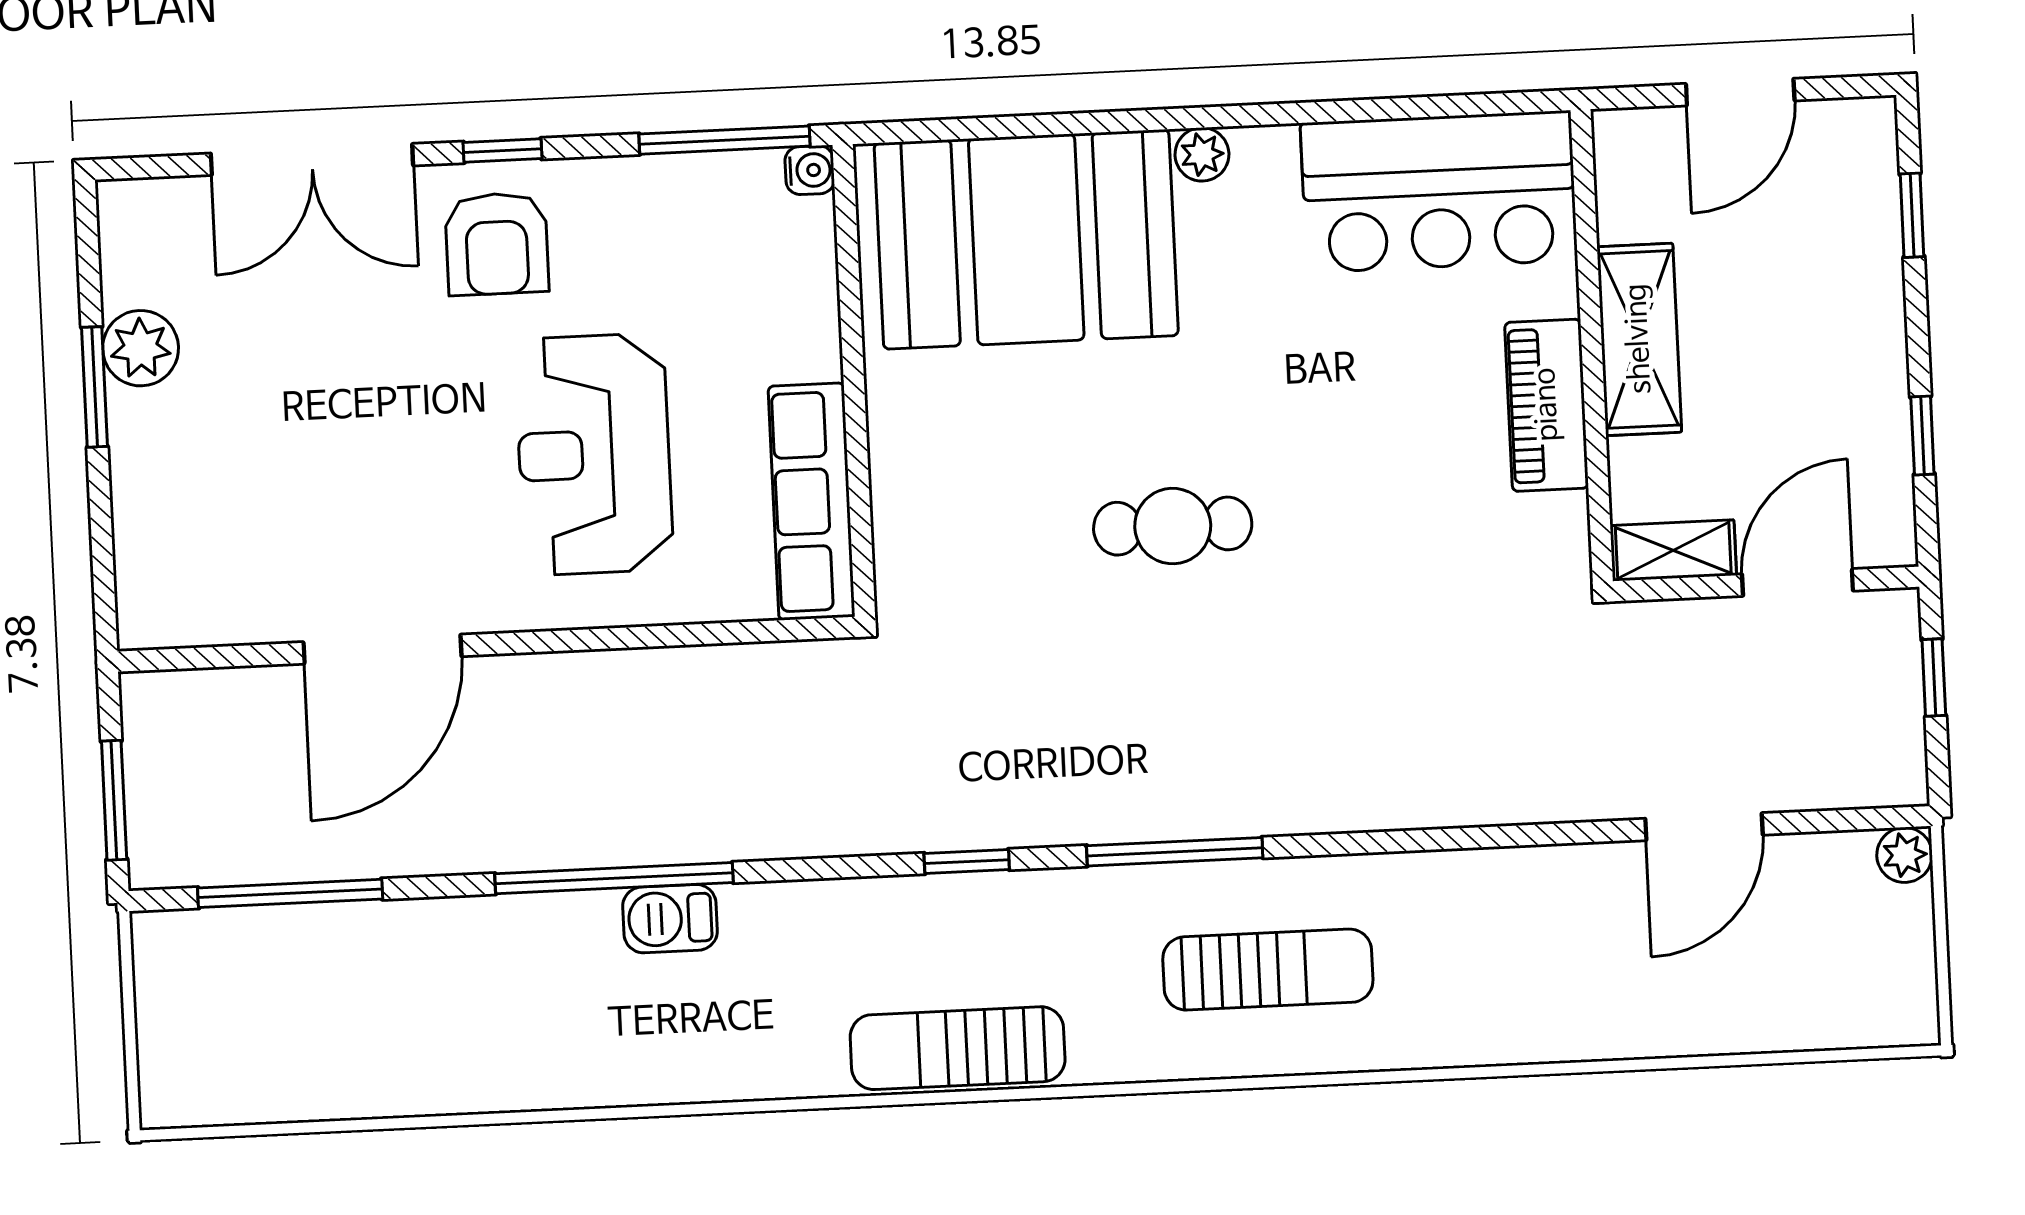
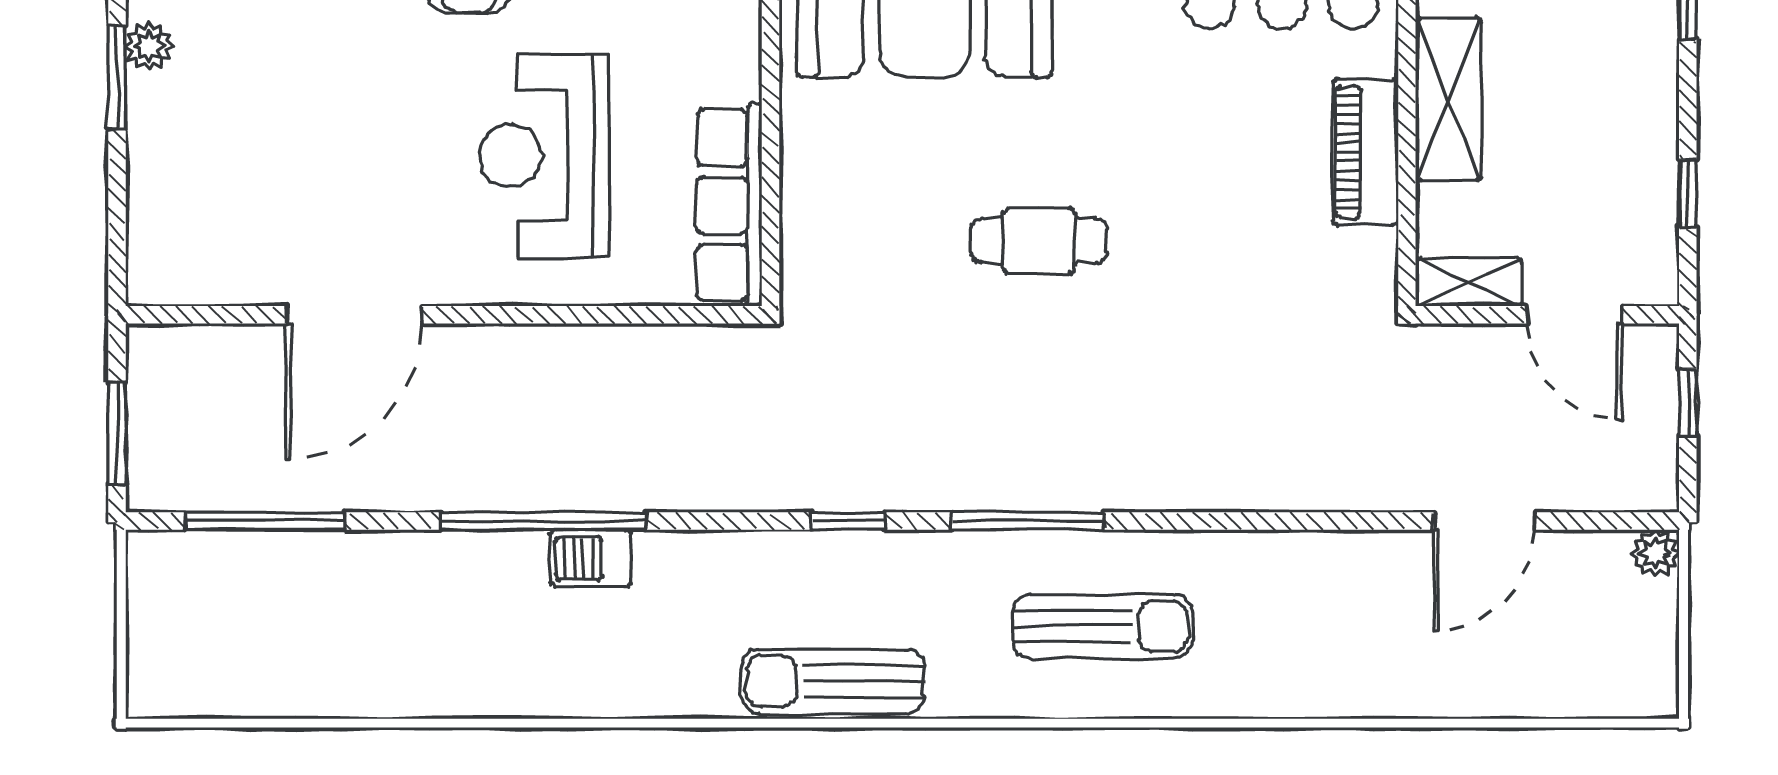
plant: (141, 348) -> (149, 46), width x0.73, depth x0.73
door: (1798, 582) -> (1574, 315), swing flipped

